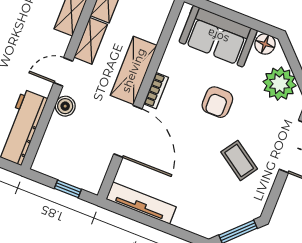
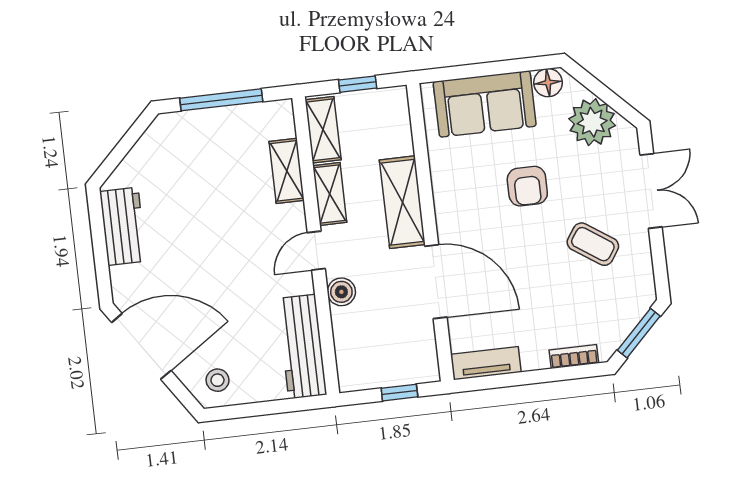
bookcase: (156, 91) -> (574, 357), moved, turned -90
tv unit: (141, 203) -> (486, 363), width x0.71

